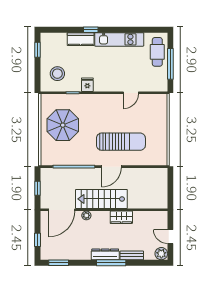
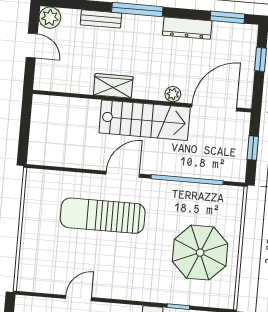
dresser: (105, 254) -> (187, 28), moved

